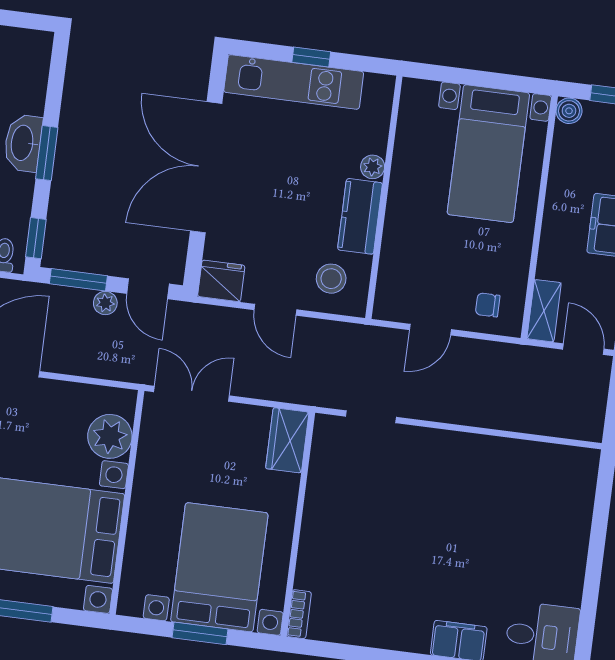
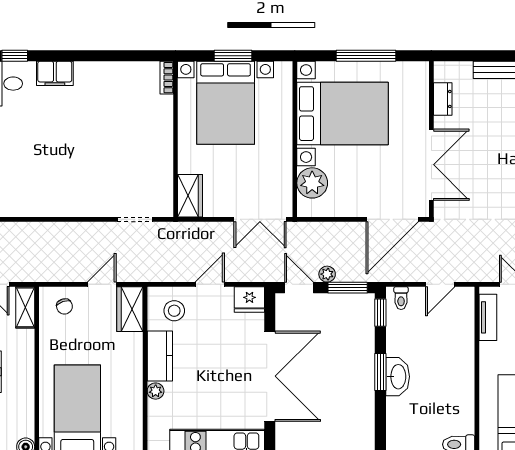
wardrobe: (394, 289) -> (130, 309), added
chair: (488, 305) -> (64, 306), turned 72
door: (275, 310) -> (210, 284), hinge flipped

